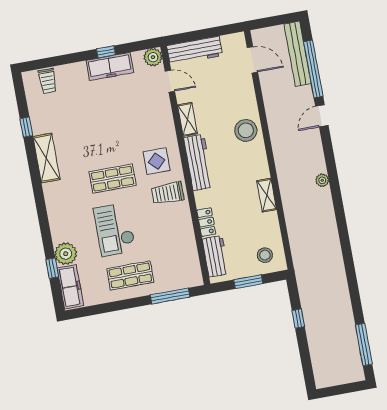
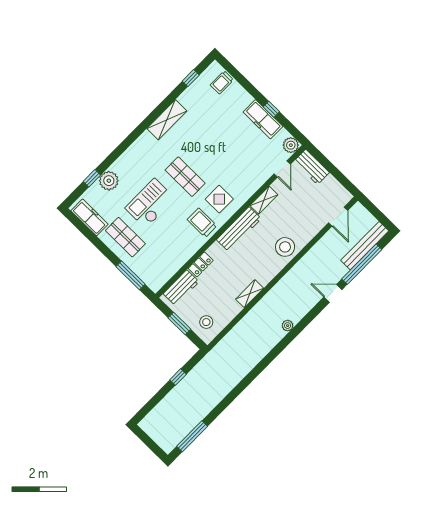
workbench: (195, 51) -> (312, 167), width x0.73
window: (26, 127) -> (191, 78), moved
freezer: (70, 287) -> (90, 217), moved, turned -90

